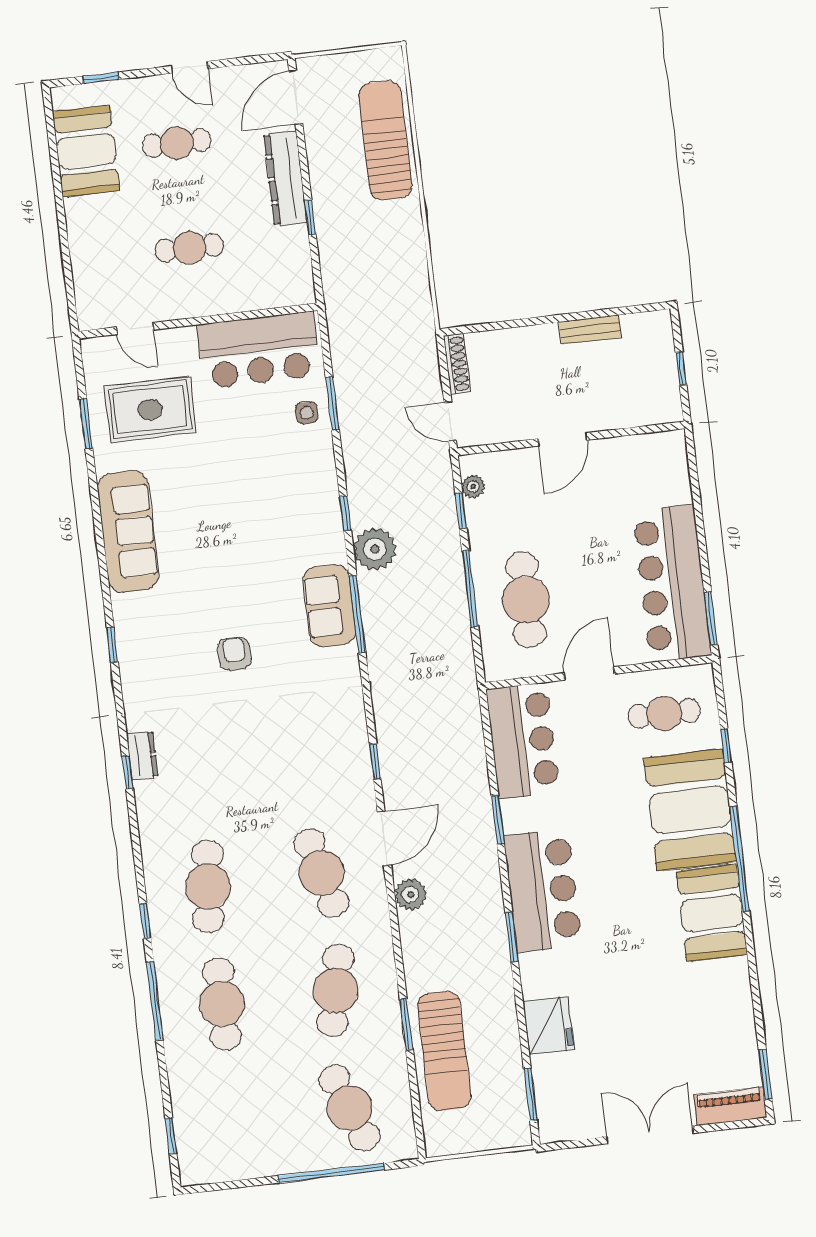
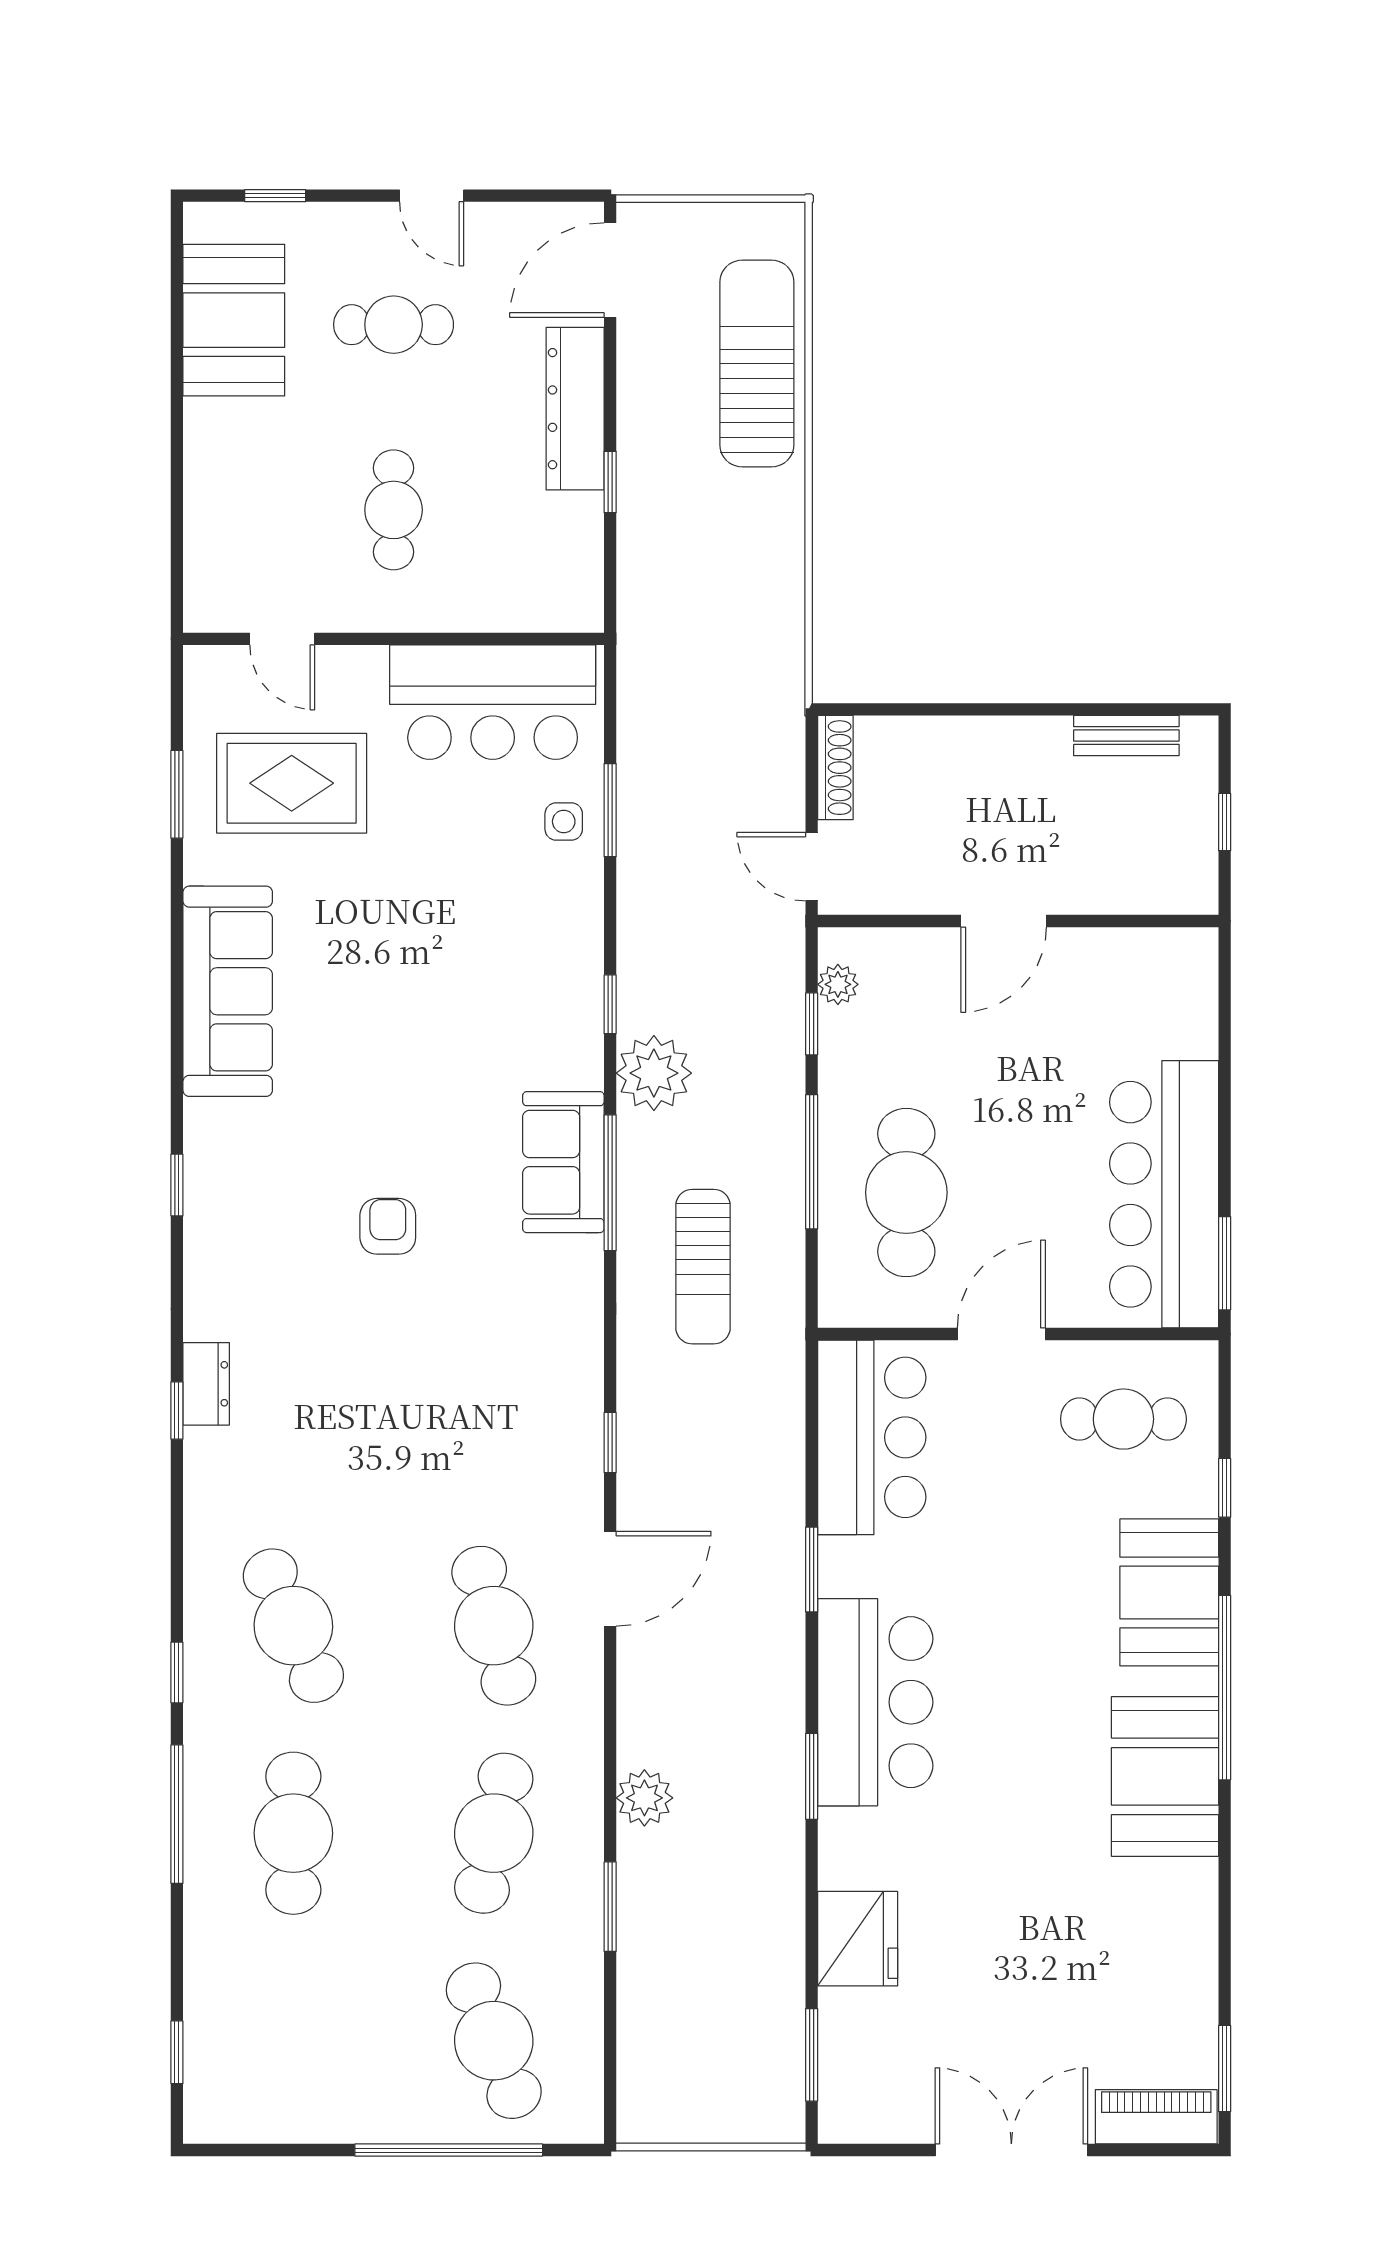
cafe table: (189, 248) -> (394, 510), turned 90
bench: (590, 330) -> (1126, 736), moved
booth: (690, 810) -> (1169, 1592), width x0.73, depth x0.70
cafe table: (208, 886) -> (293, 1626), turned -30
plant: (411, 895) -> (644, 1798), moved
sun lounger: (444, 1051) -> (703, 1267), moved, width x0.73, depth x0.75

